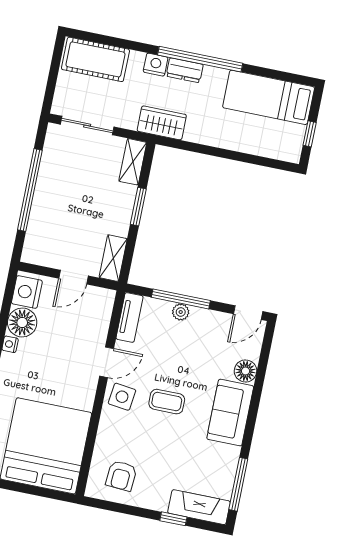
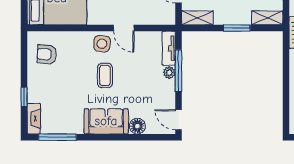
tv unit: (130, 317) -> (169, 48), moved, turned 90
fireplace: (199, 507) -> (34, 119), width x0.73, depth x0.76

